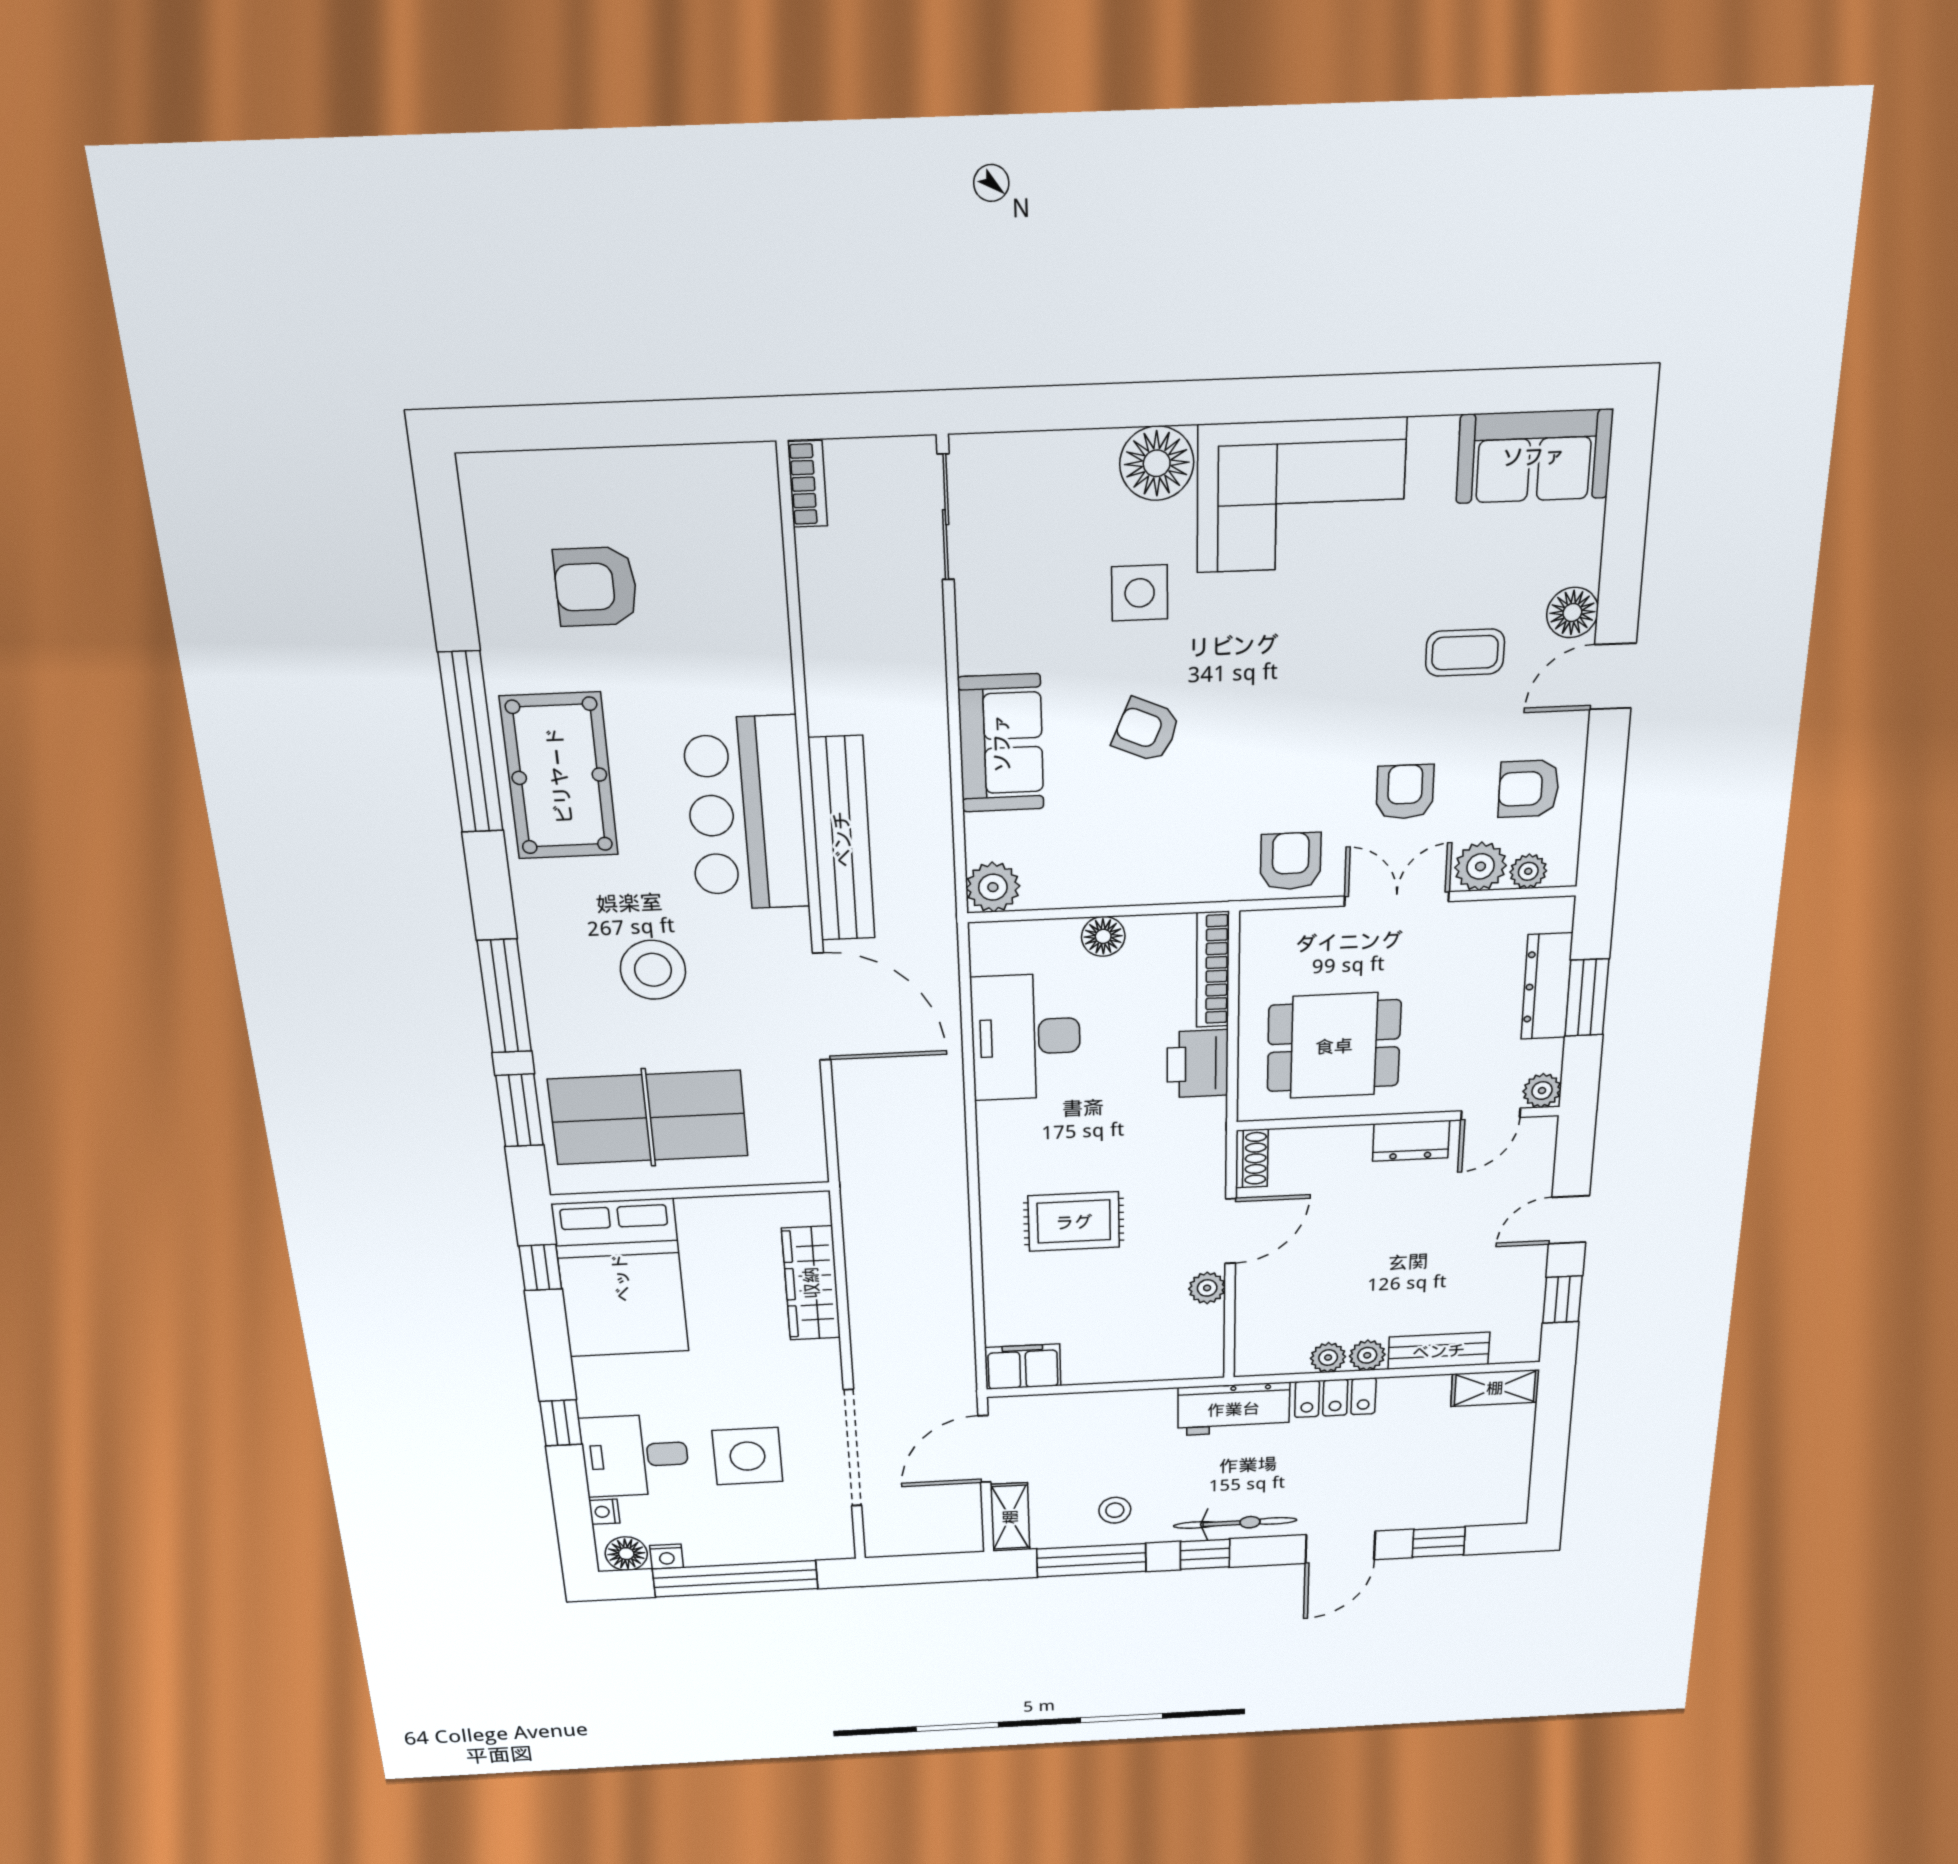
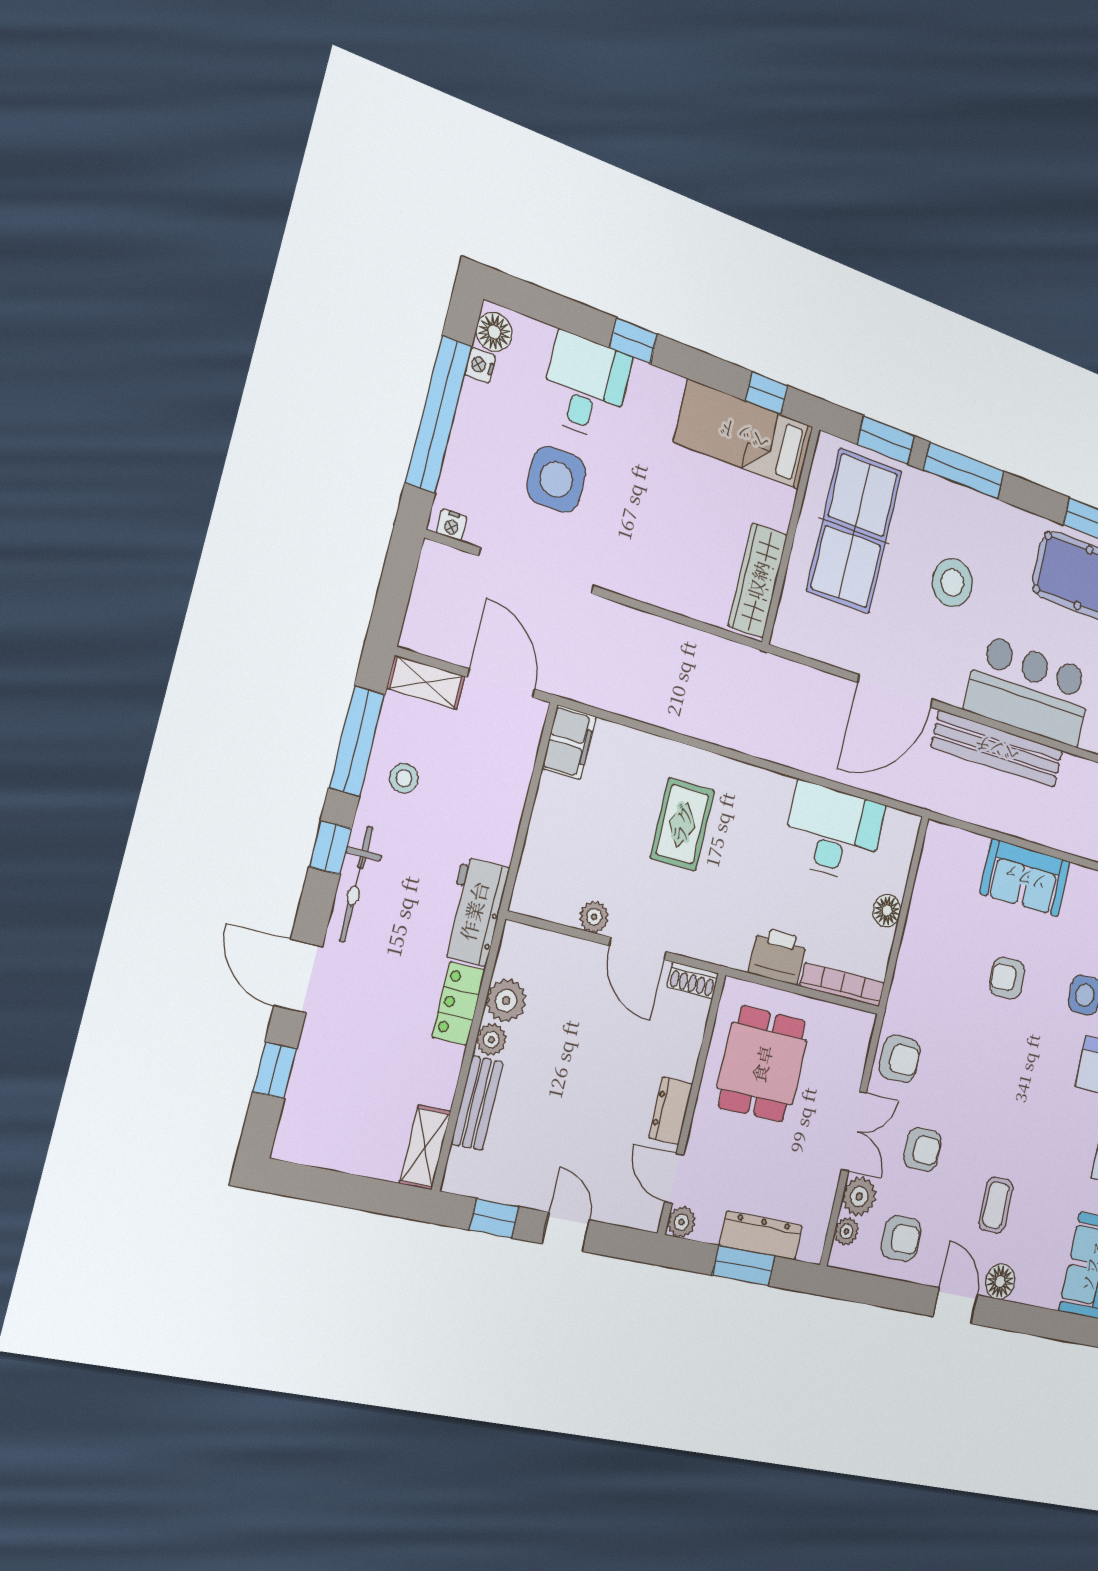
armchair: (1146, 730) -> (1007, 978), turned -115
armchair: (1529, 789) -> (901, 1238), turned 90
plant: (993, 887) -> (940, 842), removed
bed: (621, 1278) -> (744, 435), width x0.67
wardrobe: (811, 1283) -> (758, 580), moved, turned -90
plant: (1328, 1358) -> (506, 1001), width x1.38, depth x1.38
nightstand: (604, 1512) -> (452, 525), moved, turned 180

